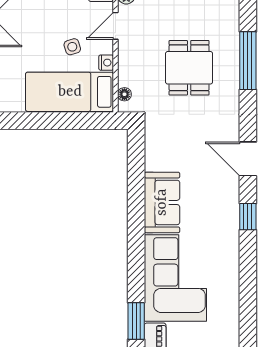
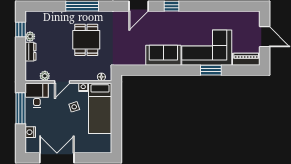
door: (116, 26) -> (62, 82), hinge flipped
dining table: (189, 68) -> (86, 40), turned 90
window: (136, 321) -> (211, 70), moved

